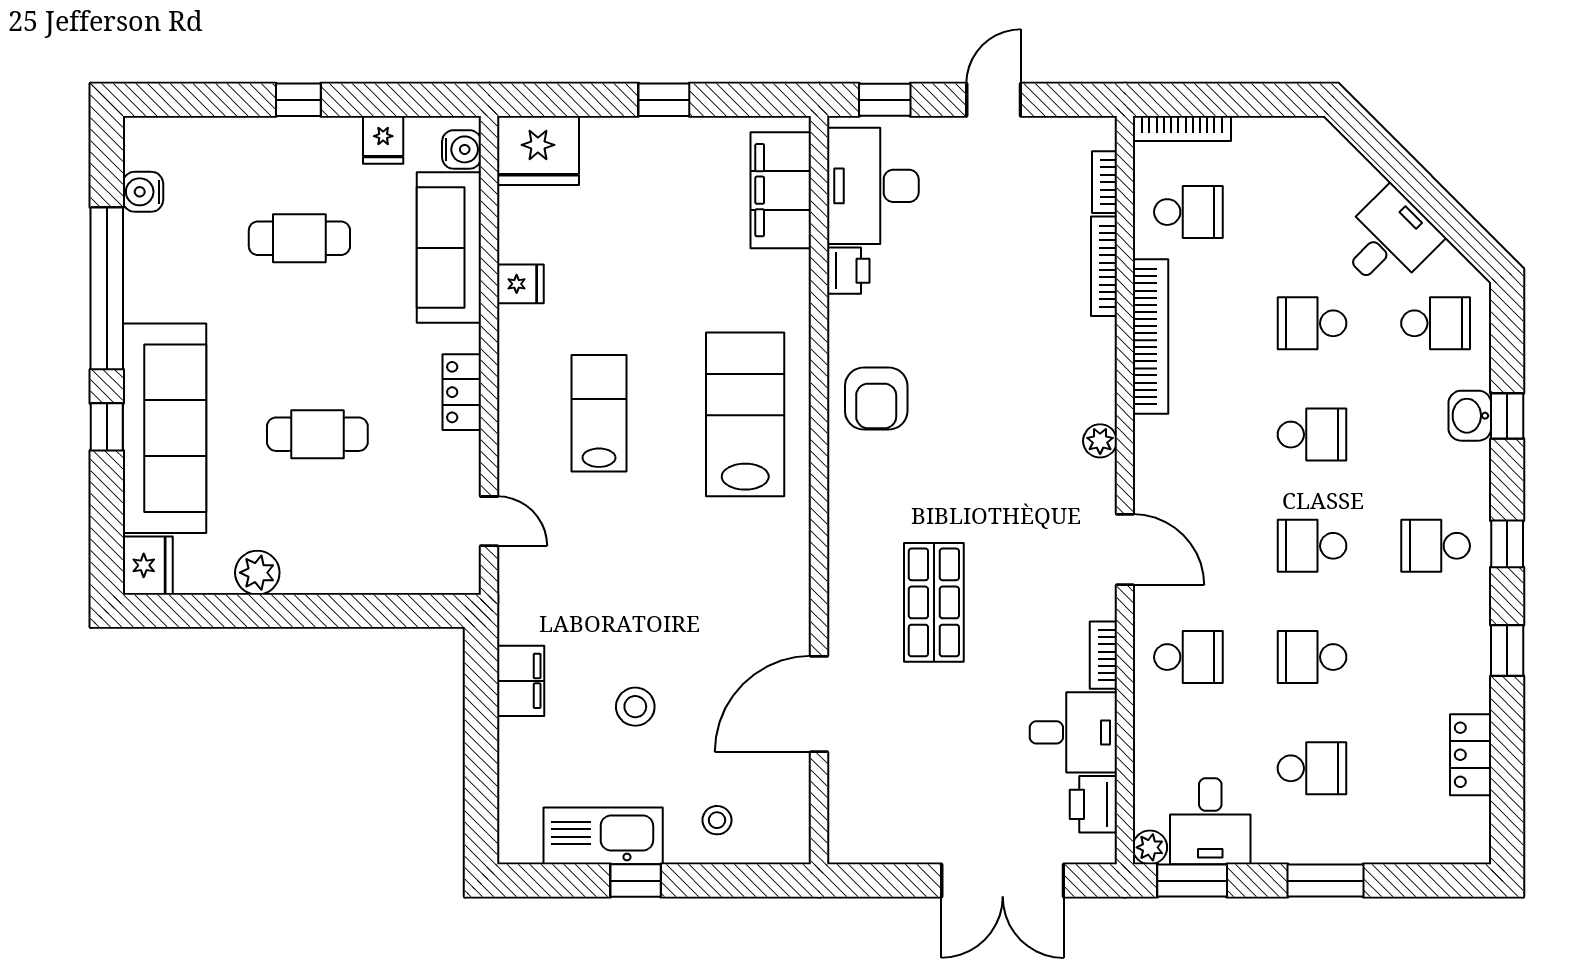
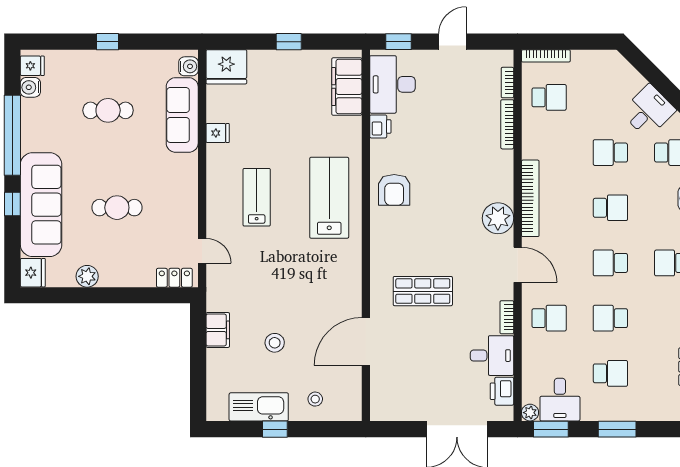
fridge: (383, 140) -> (32, 66), moved, turned -90
bookcase: (1150, 337) -> (530, 198), moved
locker: (462, 392) -> (174, 278), moved, turned 90
plant: (1100, 441) -> (498, 218), width x1.88, depth x1.88
shop shelf: (934, 602) -> (423, 291), turned 90

